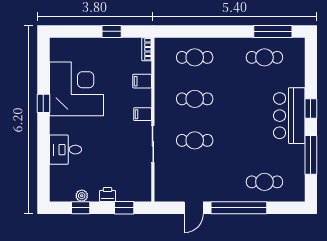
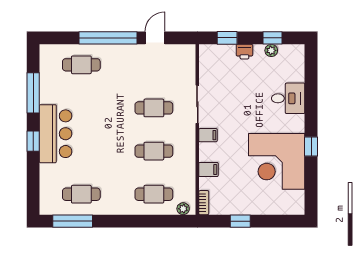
plant: (167, 43) -> (183, 209), added

